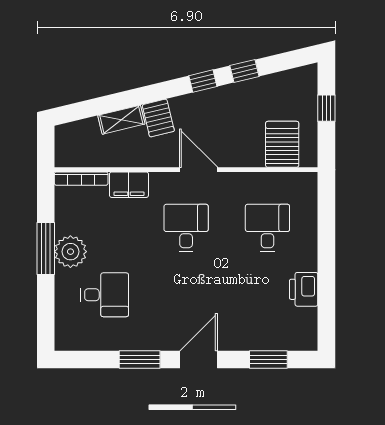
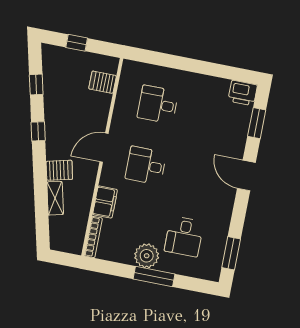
window: (244, 71) -> (36, 84), moved
server rack: (282, 144) -> (103, 82), width x0.73, depth x0.70
window: (46, 249) -> (154, 276), moved
printer: (304, 289) -> (243, 93), moved
desk: (105, 295) -> (184, 236), turned 180
window: (140, 360) -> (231, 253), moved

